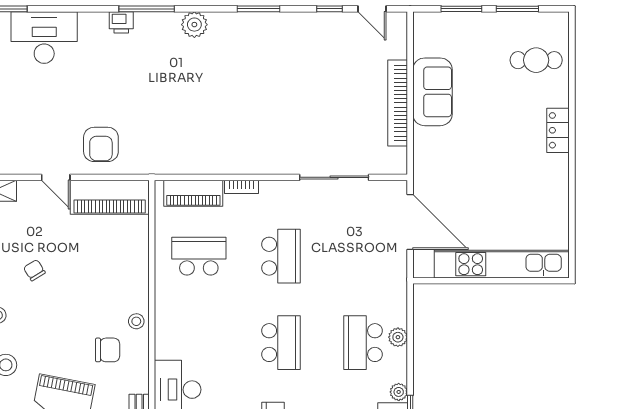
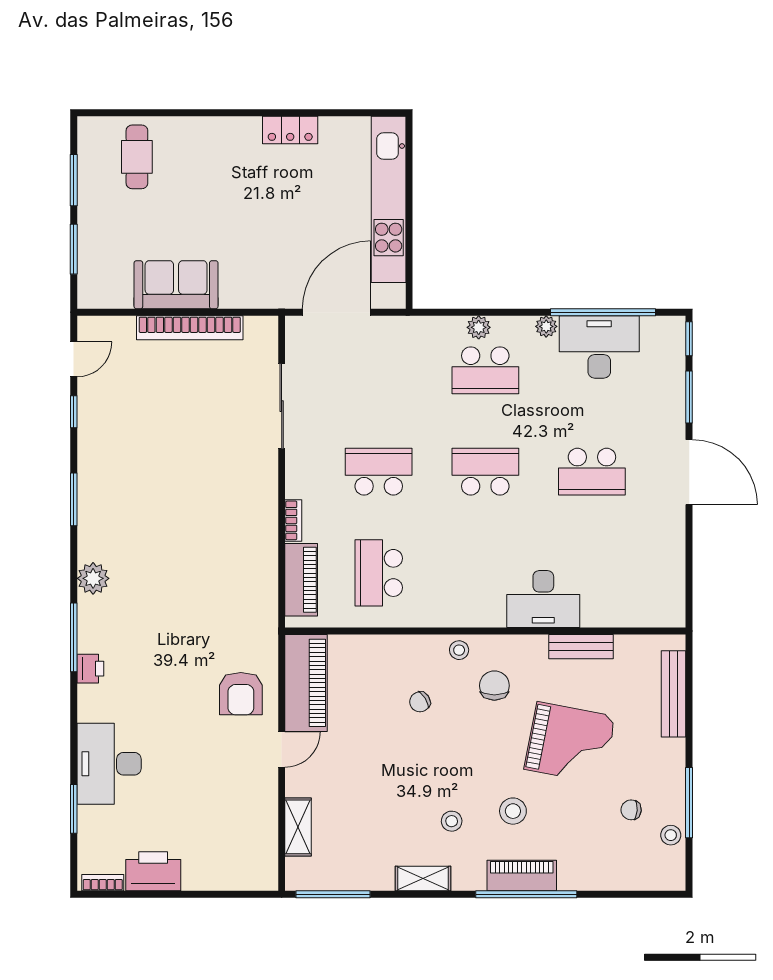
locker: (558, 130) -> (290, 130), moved
armchair: (101, 144) -> (241, 694), turned 90
chair: (34, 270) -> (420, 702), moved

